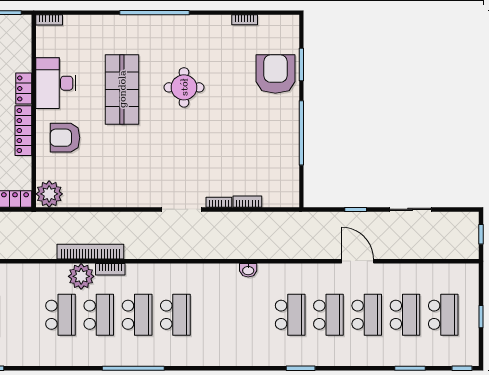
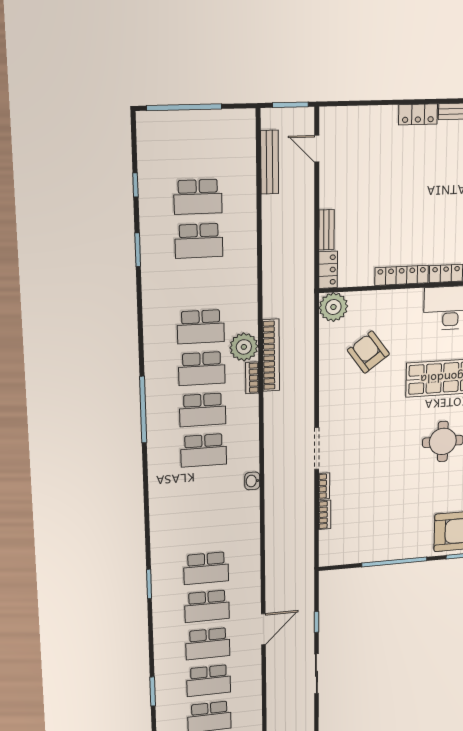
armchair: (65, 138) -> (368, 352), moved, turned -36
washbasin: (248, 270) -> (252, 481), moved

